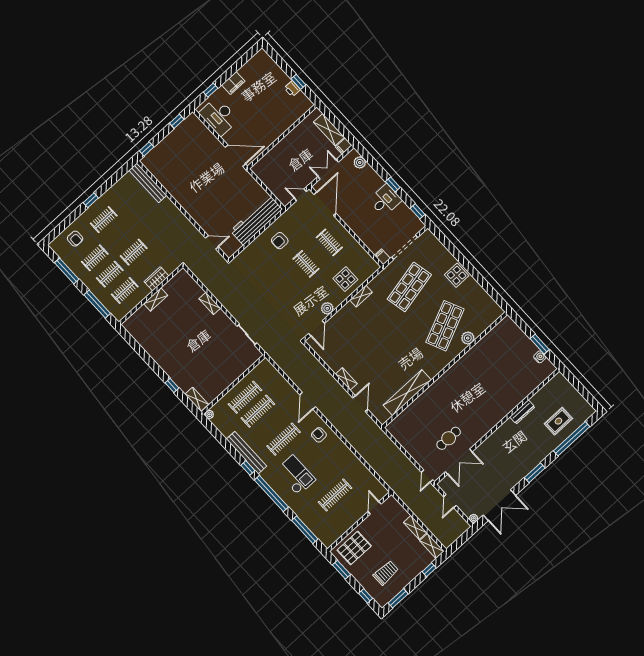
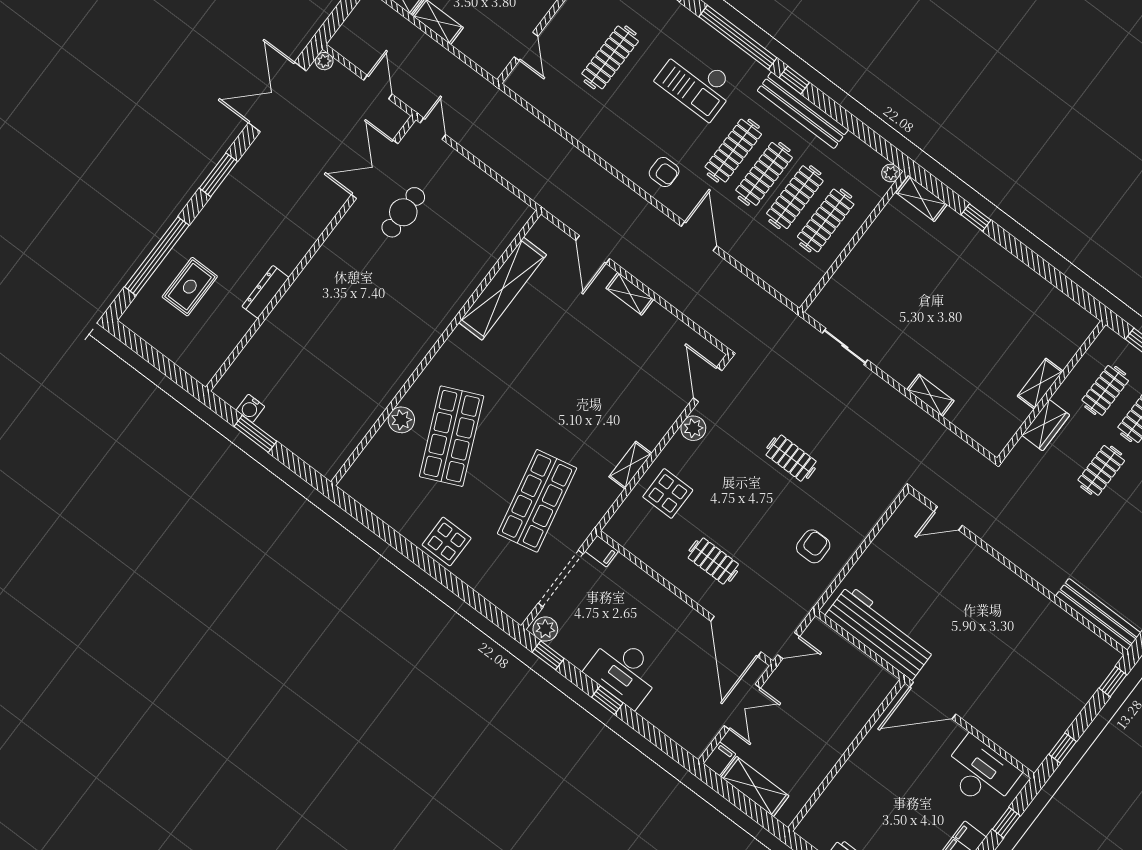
plant: (360, 162) -> (545, 629), moved
desk: (385, 200) -> (624, 671), width x1.37
workbench: (256, 220) -> (880, 632), moved, turned -90
clothes rail: (306, 264) -> (791, 458), moved
clothes rail: (271, 425) -> (764, 174), added

